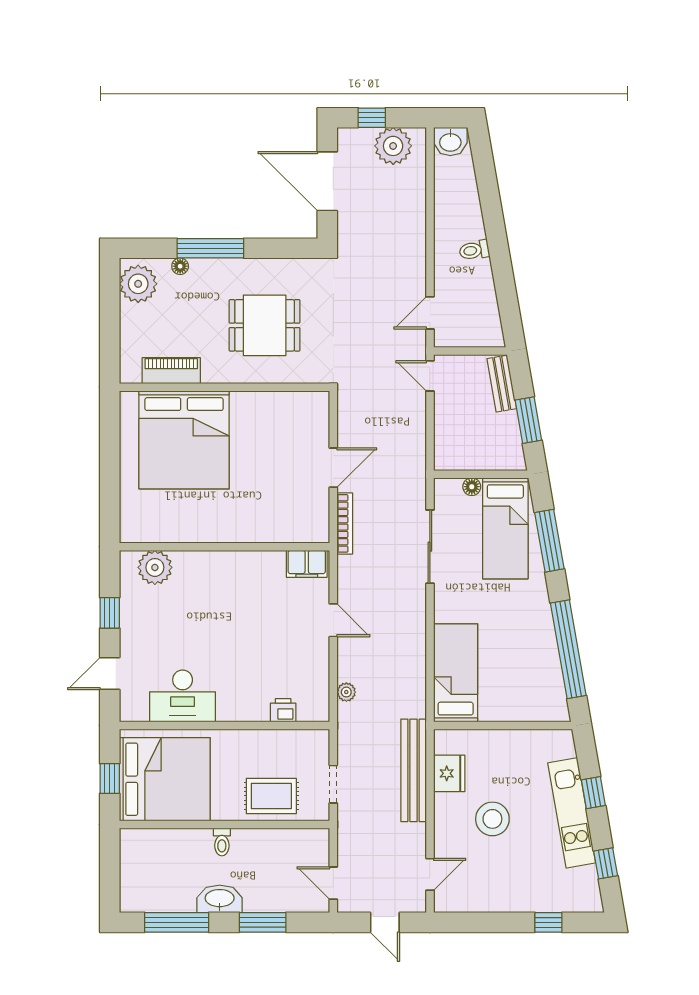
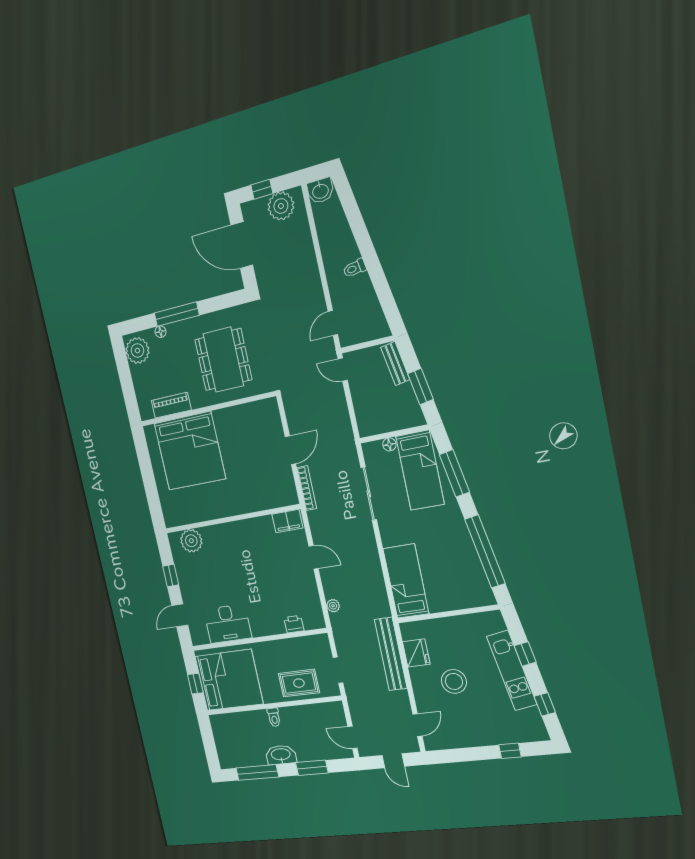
dining table: (265, 325) -> (223, 360), width x1.38

